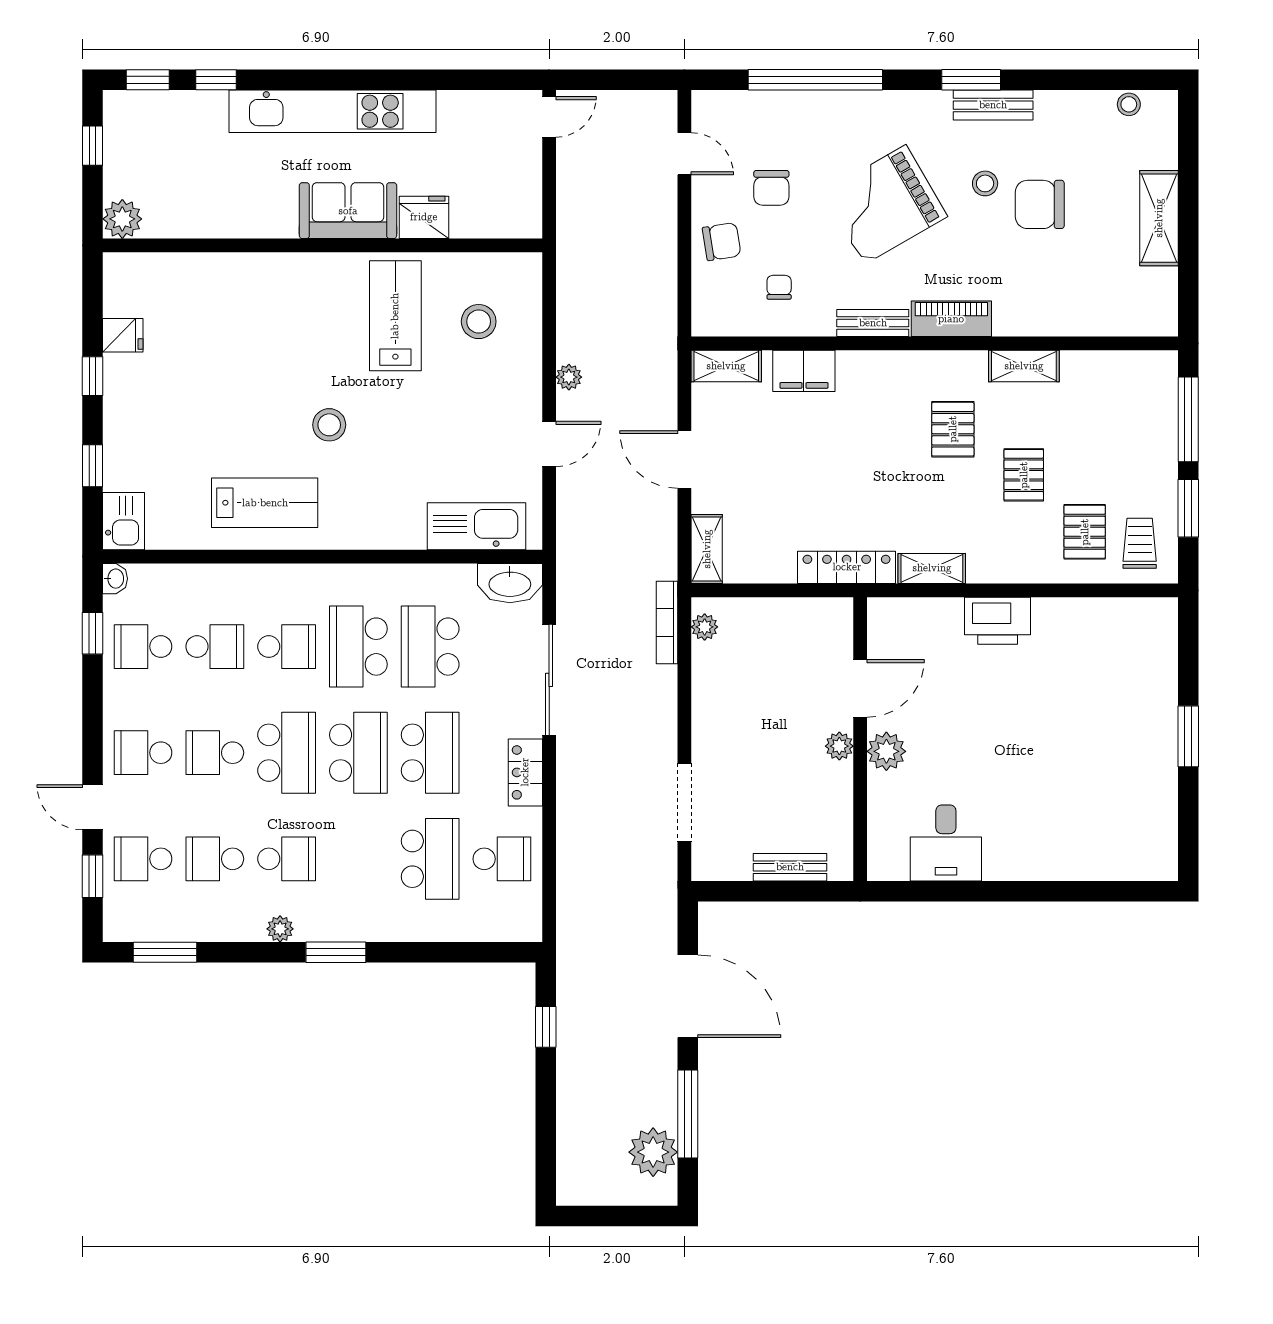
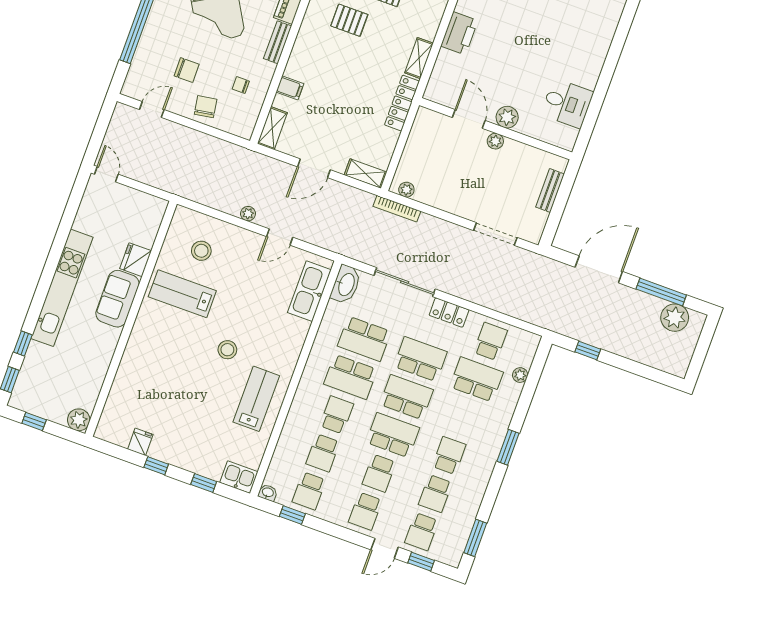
filing cabinet: (804, 371) -> (290, 88), width x0.50
door: (549, 444) -> (280, 237), swing flipped
school desk: (215, 647) -> (323, 453), turned 180
plant: (280, 929) -> (520, 375), moved

